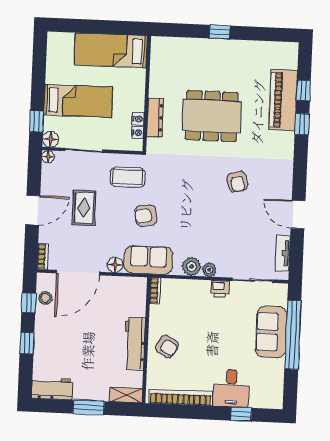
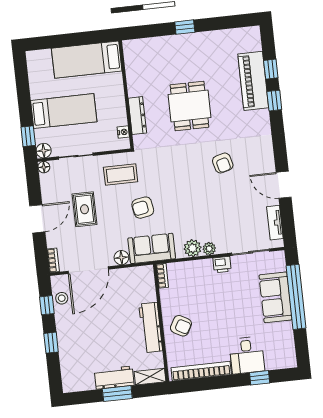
dining table: (212, 116) -> (189, 106), width x0.73
nightstand: (138, 119) -> (122, 119), removed
workbench: (52, 389) -> (114, 378), moved

